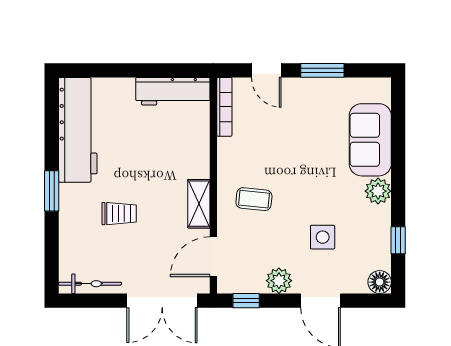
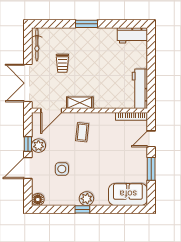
workbench: (78, 130) -> (132, 35), width x0.53, depth x0.76
sofa: (370, 140) -> (128, 194), moved
trolley: (119, 214) -> (62, 63), moved
window: (398, 240) -> (82, 209), moved
door: (213, 257) -> (51, 110), swing flipped
window: (246, 301) -> (28, 144), moved

